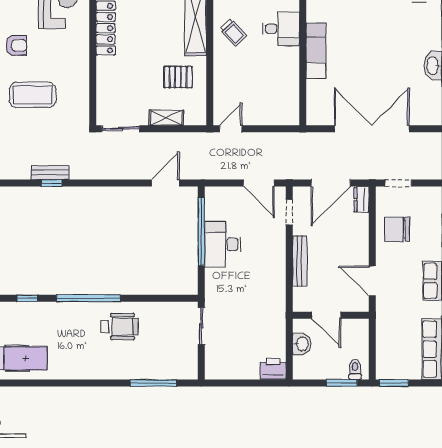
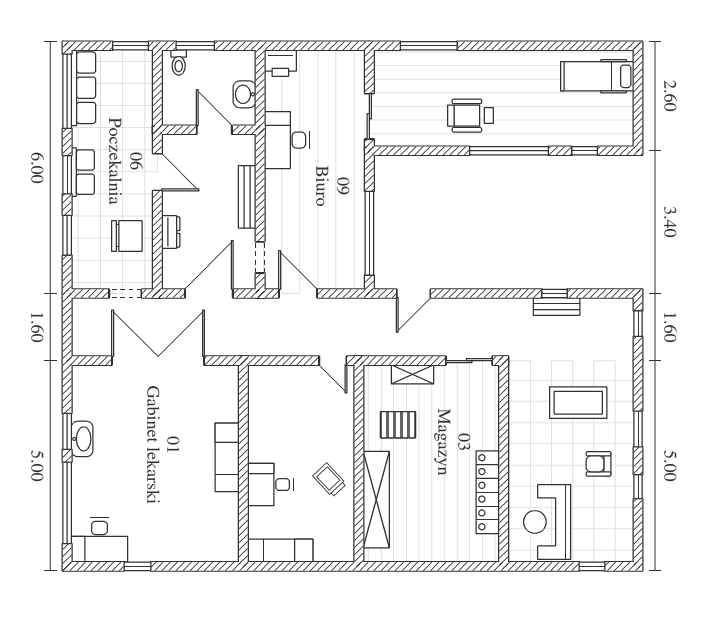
door: (231, 129) -> (333, 361), hinge flipped
double door: (372, 129) -> (158, 361), swing flipped
dresser: (362, 200) -> (171, 232), moved
desk: (223, 244) -> (287, 140), moved, turned 180

